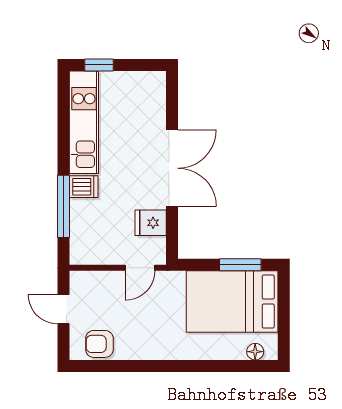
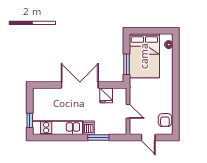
window: (64, 206) -> (98, 138), width x0.69
window: (240, 265) -> (127, 64), moved
door: (140, 268) -> (128, 111), moved
door: (64, 309) -> (148, 138), hinge flipped

